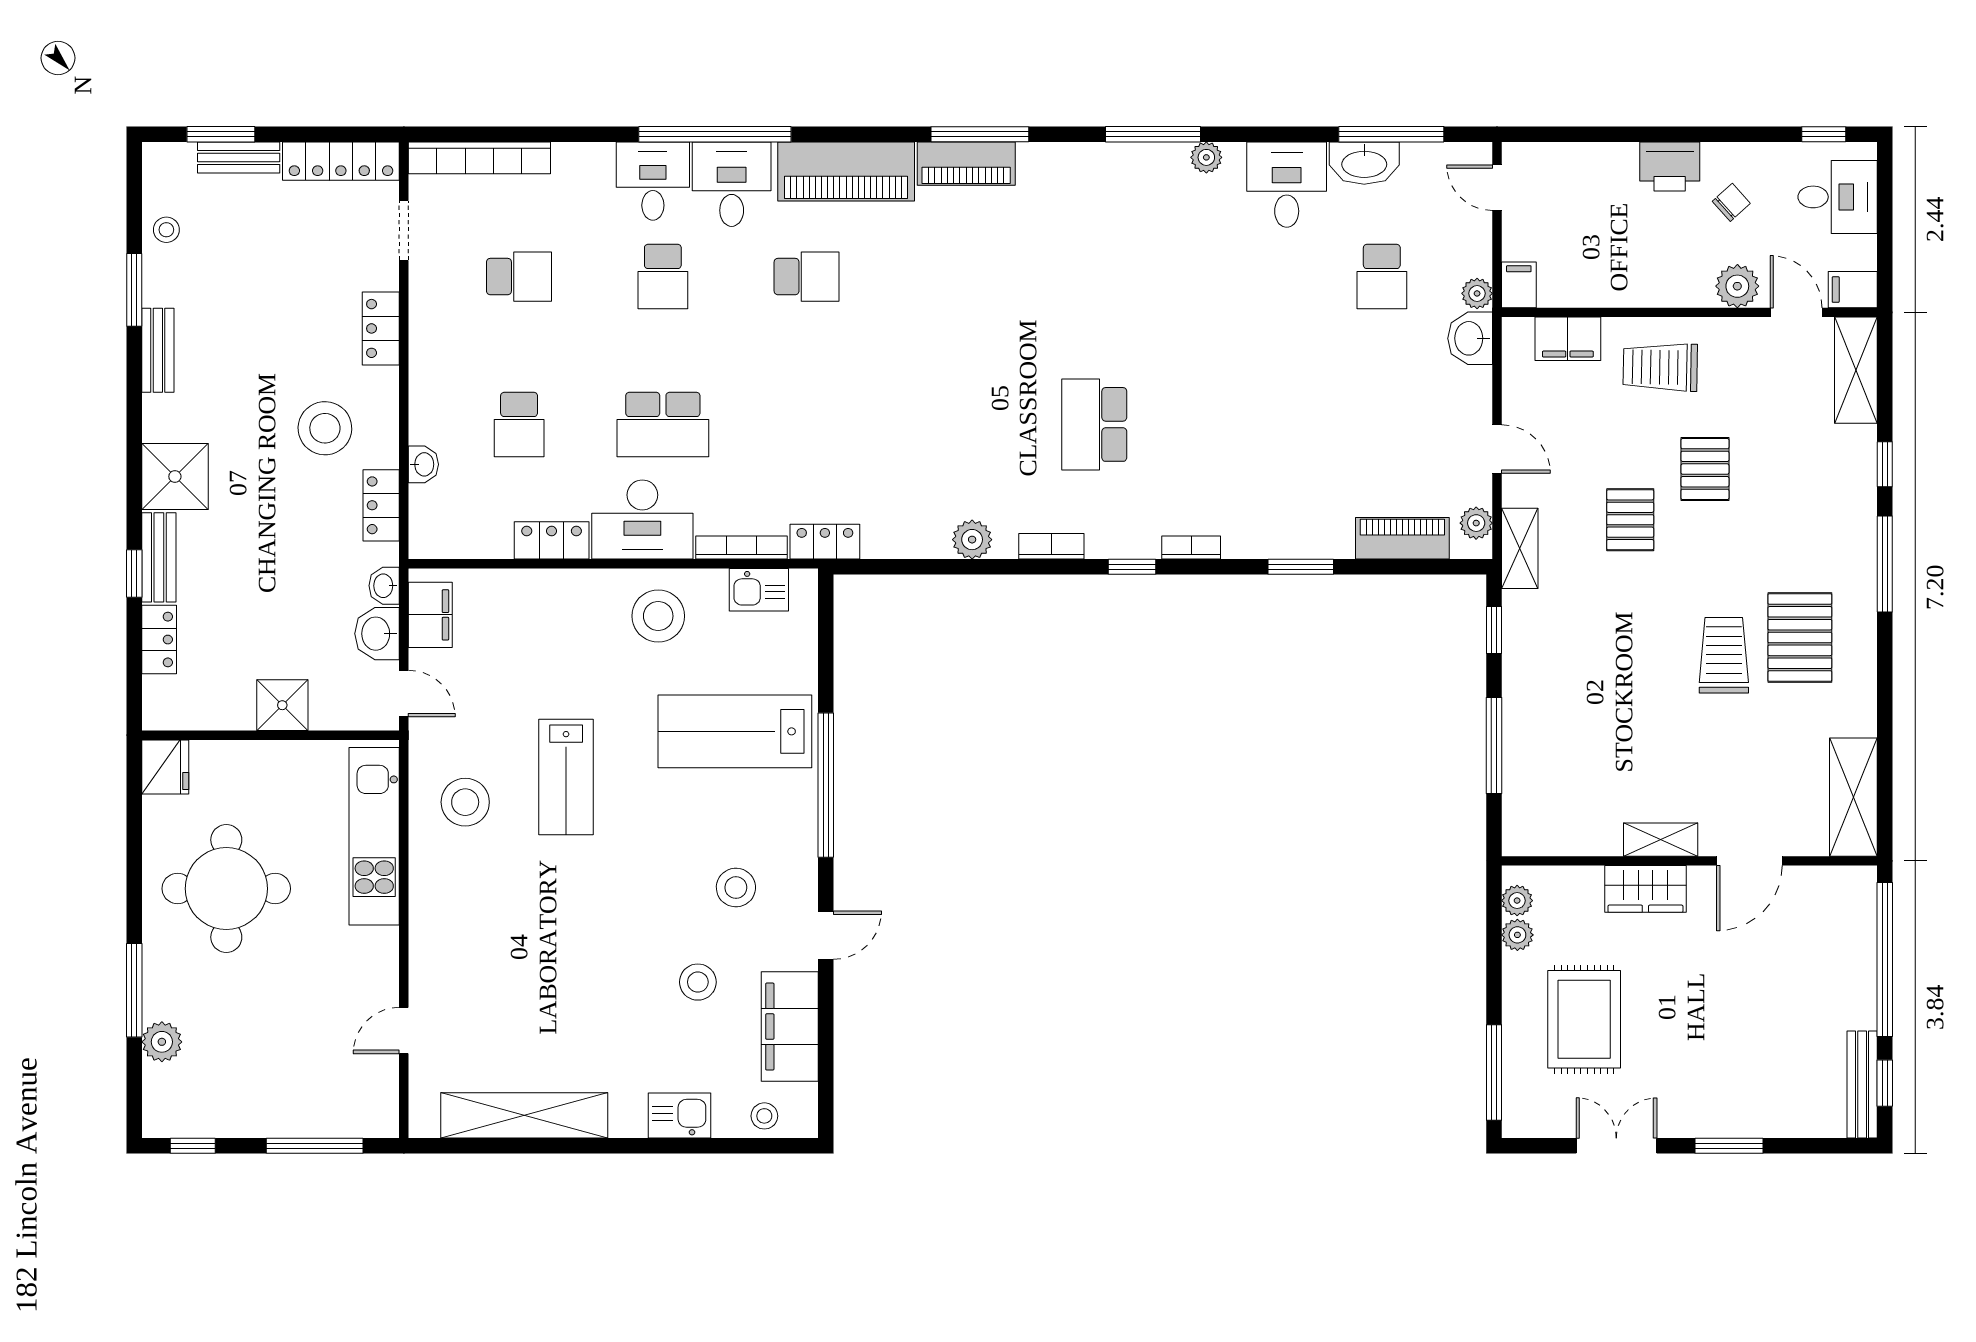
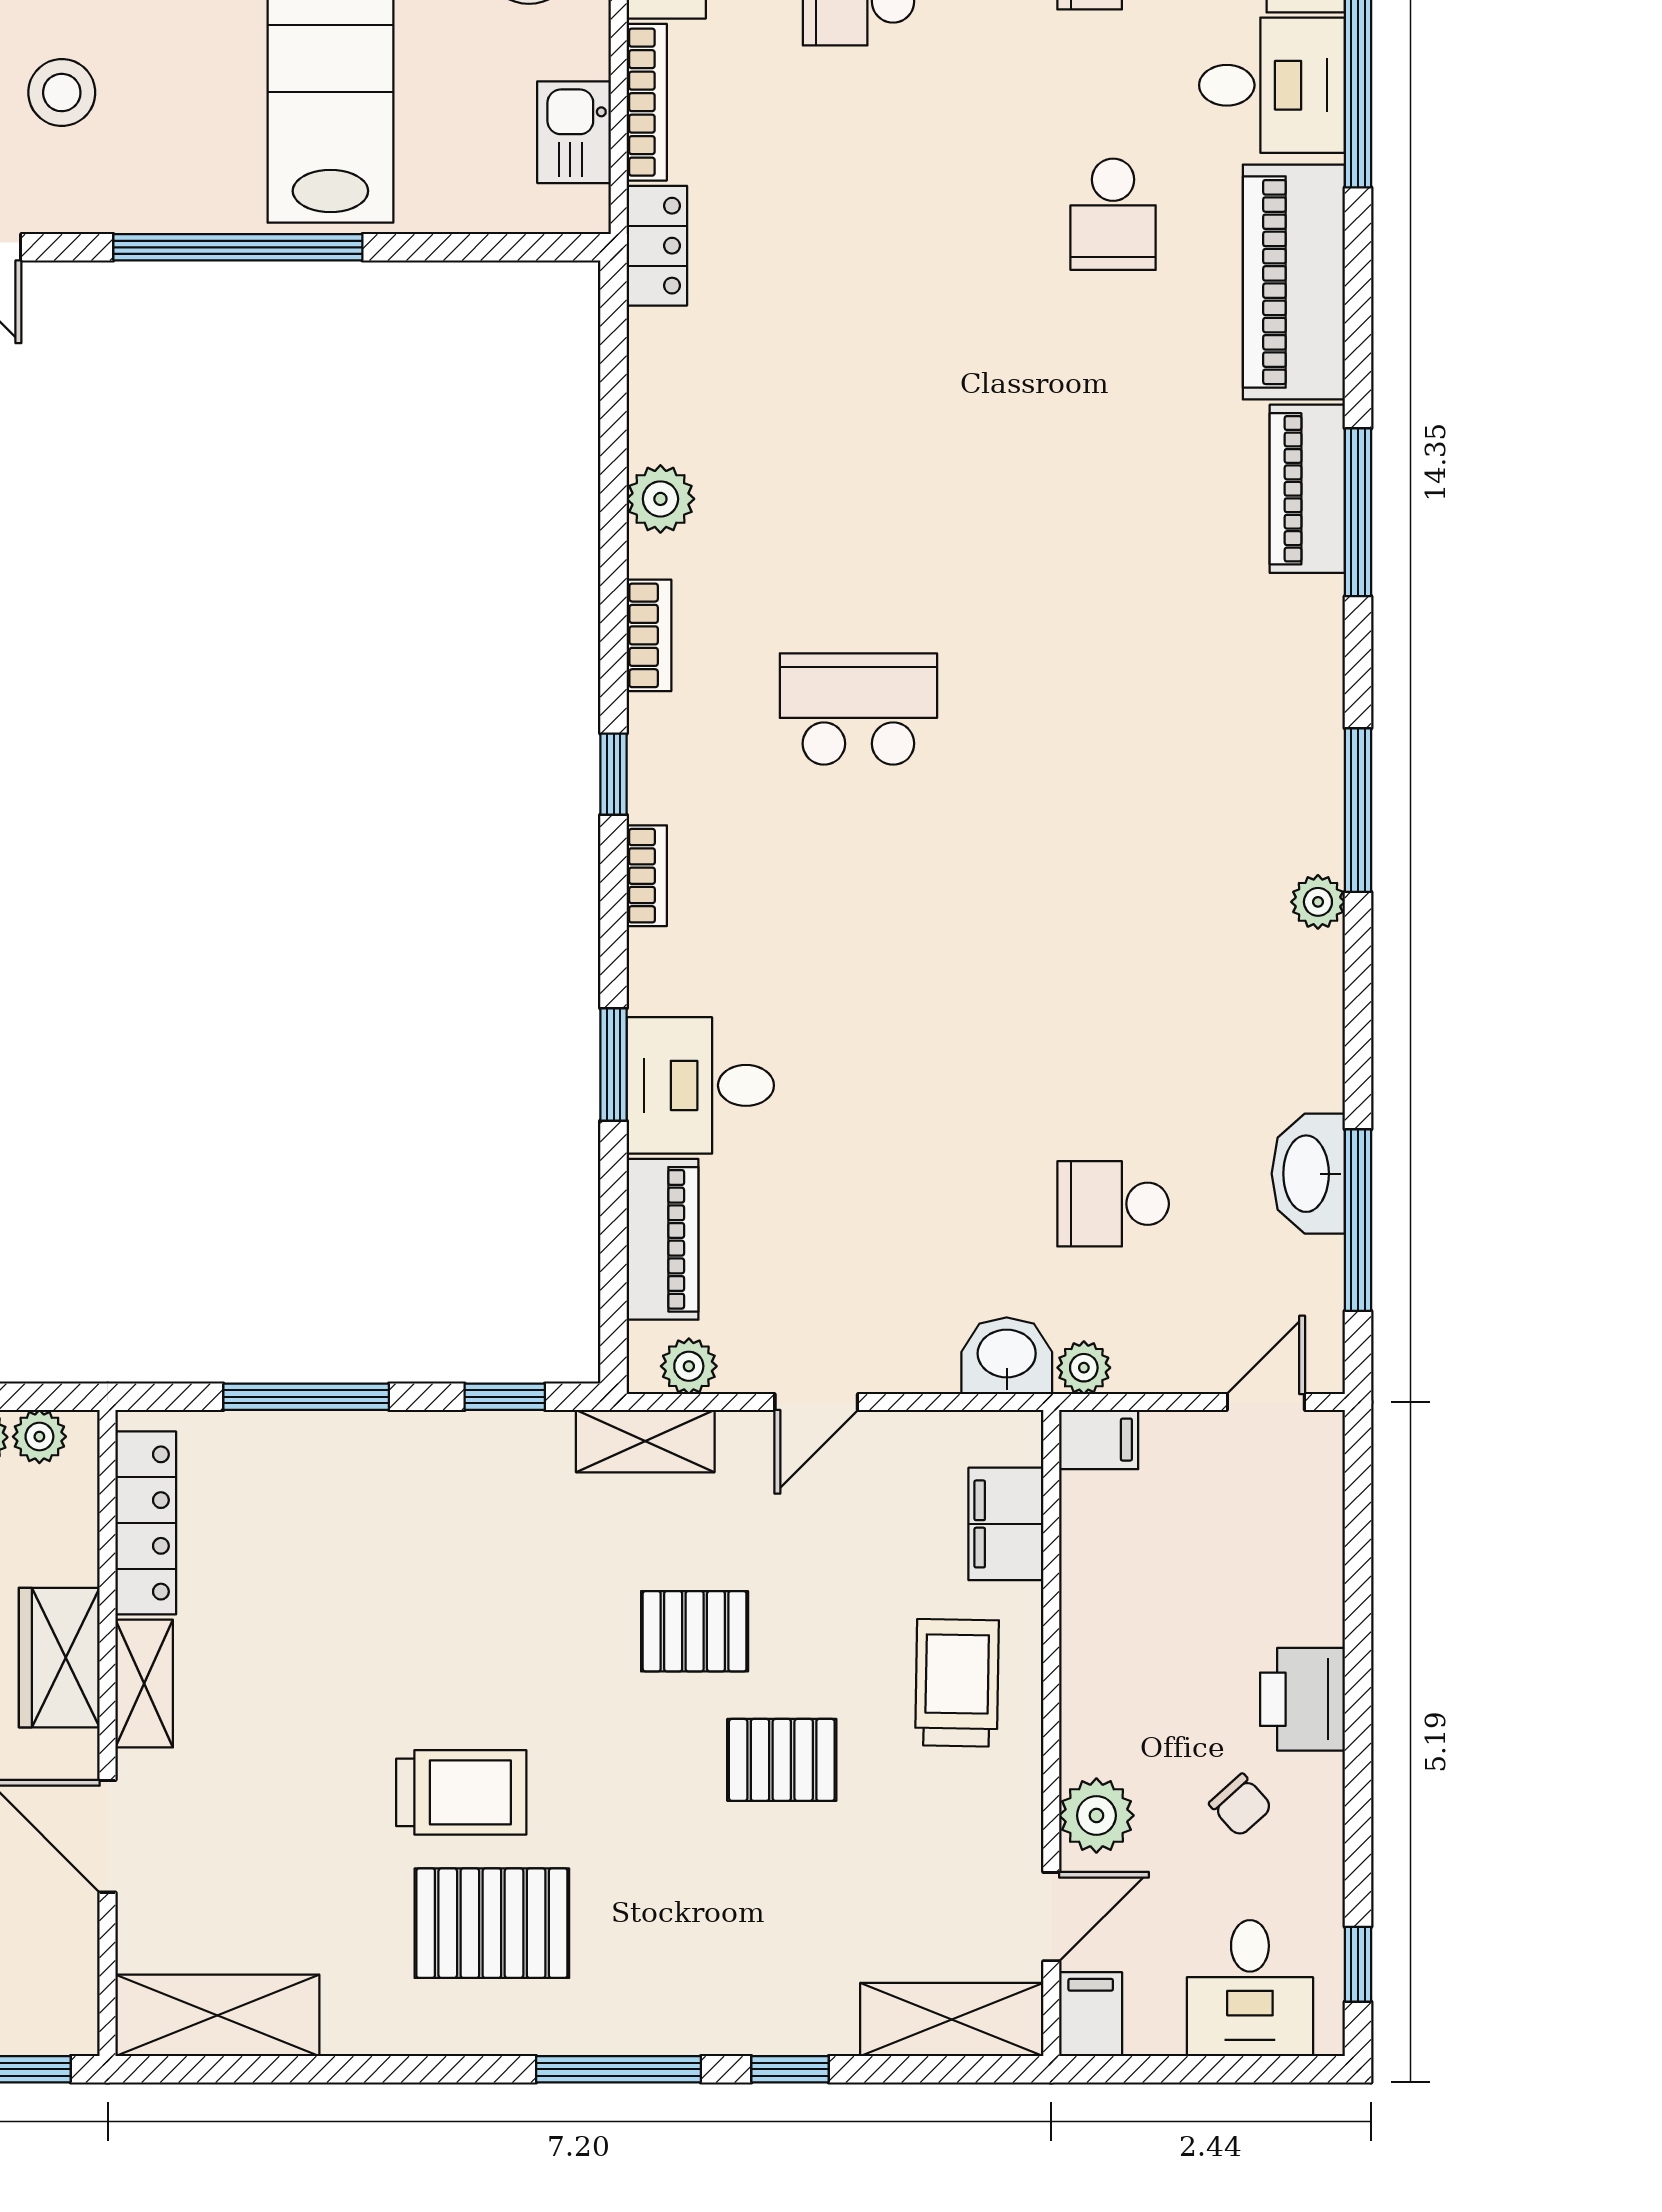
desk: (1287, 185) -> (700, 1085), moved, turned 180
locker: (1567, 839) -> (146, 1523), added

